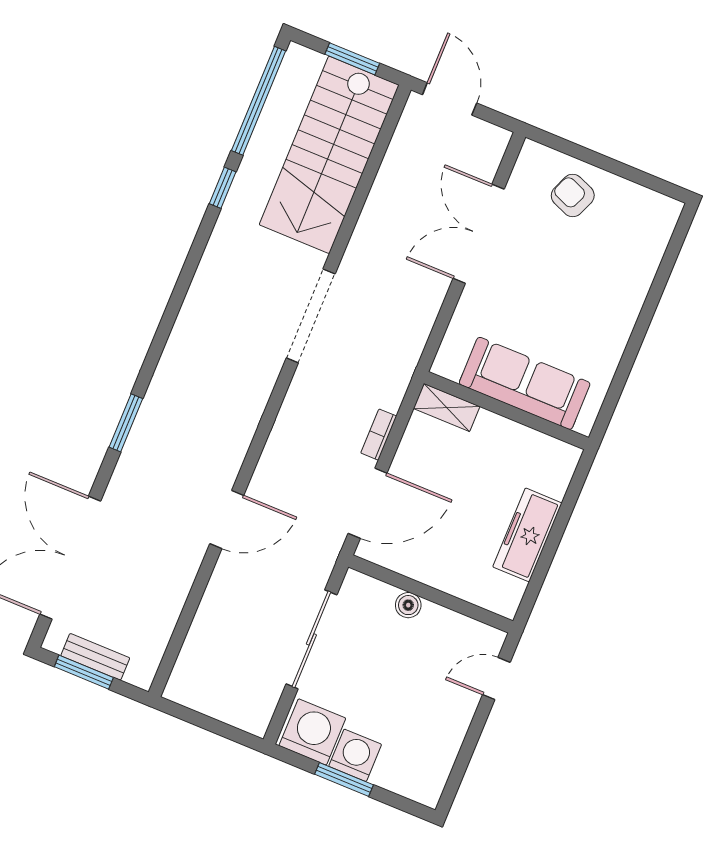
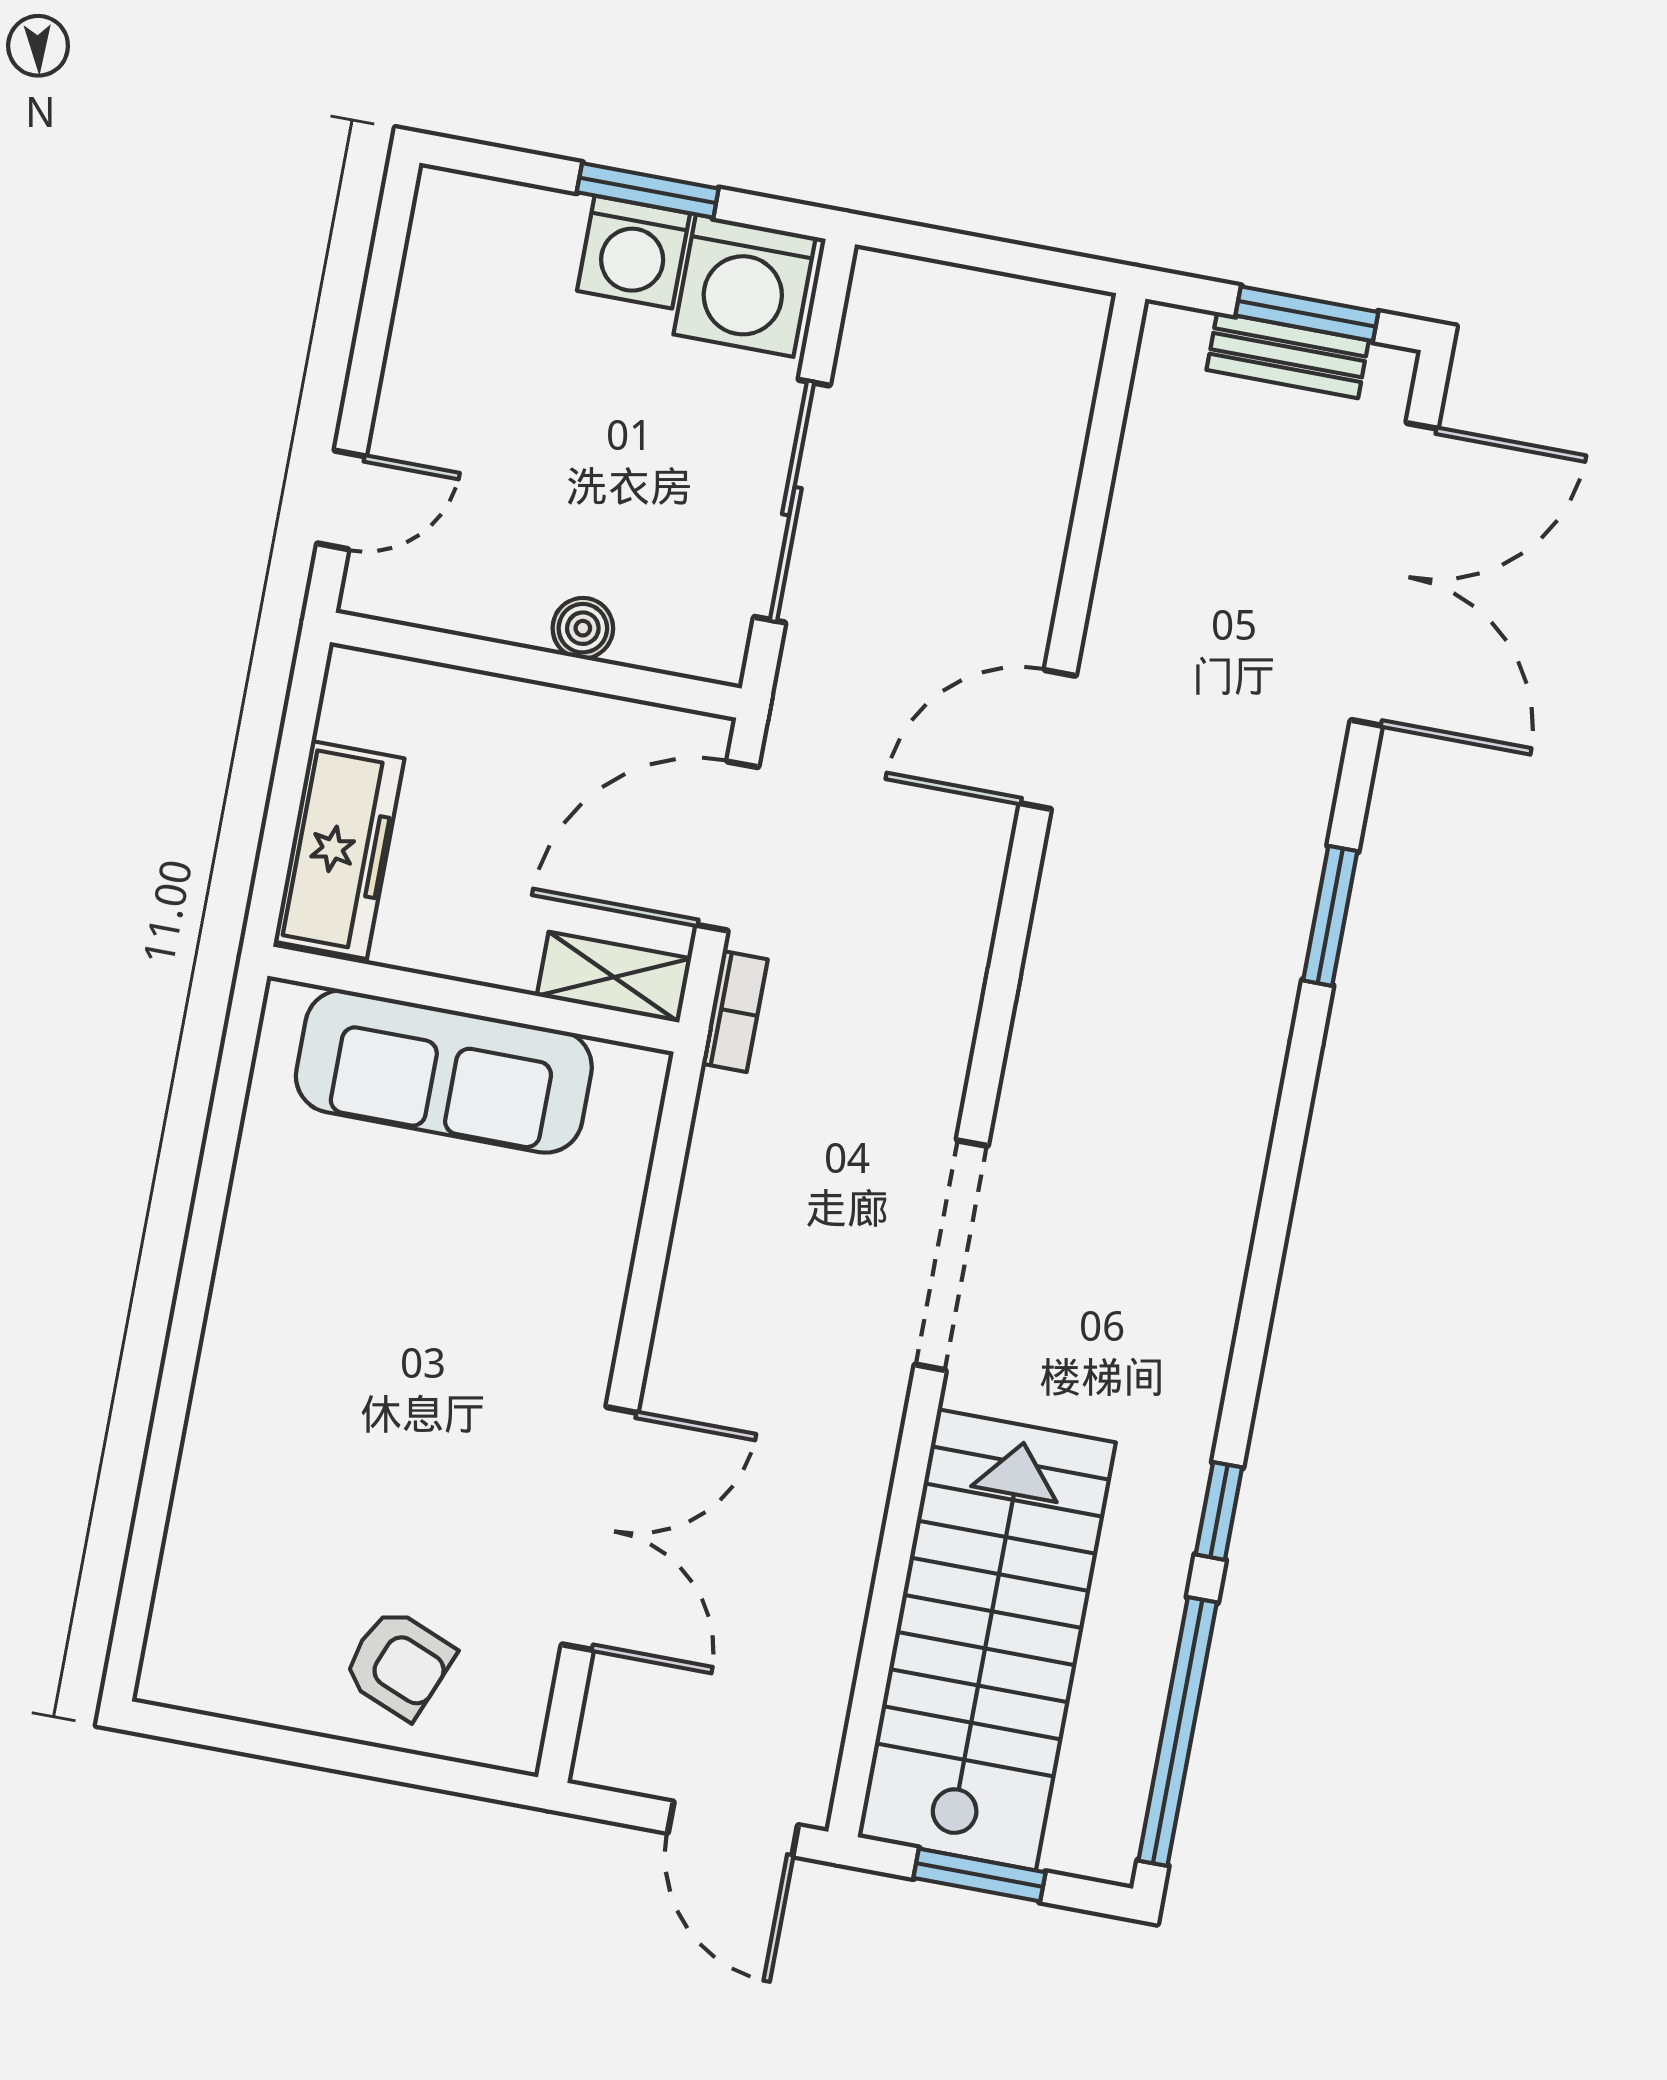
sofa: (525, 383) -> (444, 1071), moved
shelving: (447, 408) -> (614, 977), moved
wall: (506, 411) -> (473, 999), moved

